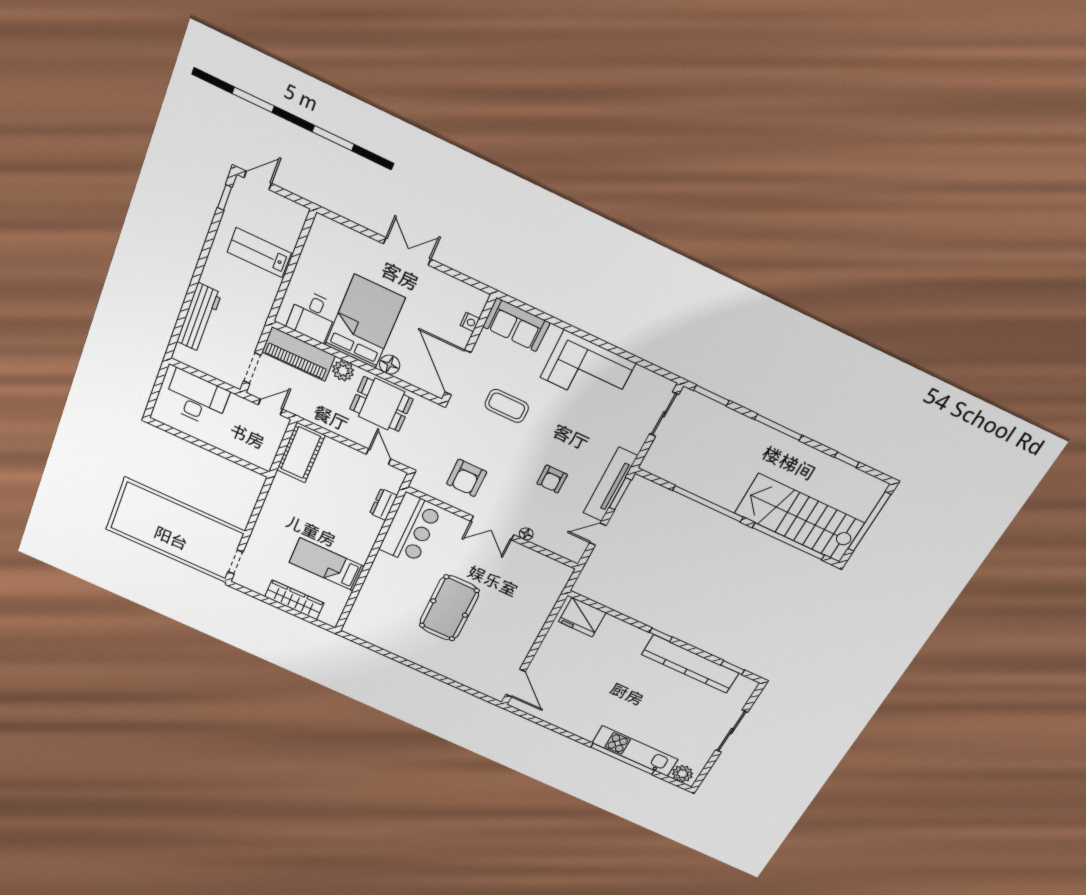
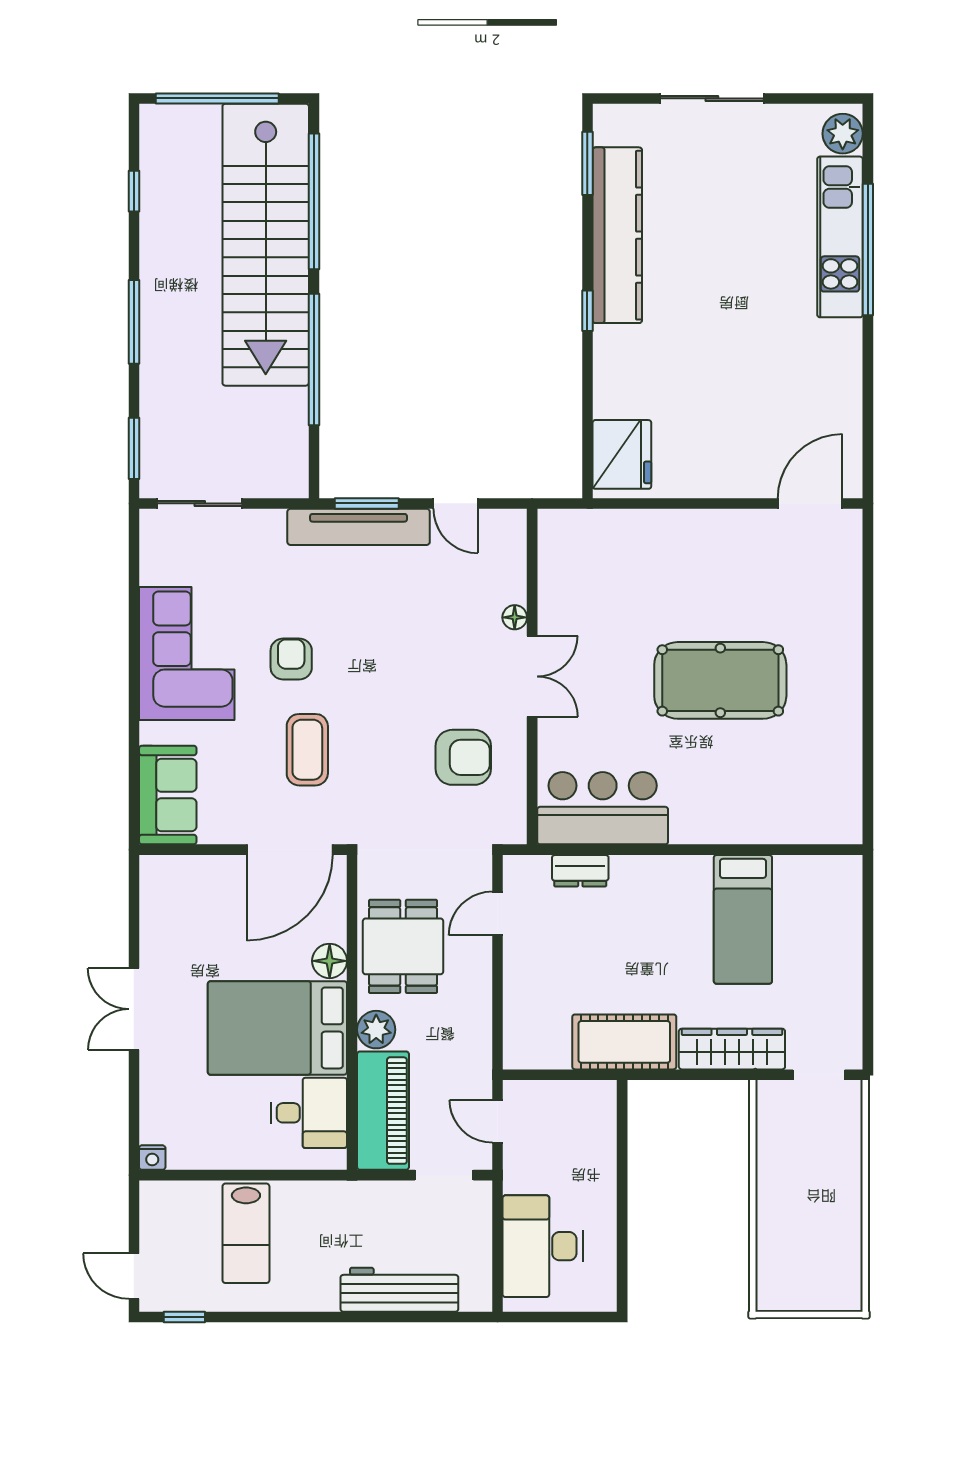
nightstand: (470, 322) -> (152, 1158), moved, turned 180
cot: (301, 453) -> (624, 1042), moved
armchair: (552, 479) -> (291, 659), moved, turned -90
stairs: (799, 518) -> (266, 245), width x1.36
wardrobe: (294, 600) -> (732, 1049), moved, turned 90
window: (733, 668) -> (587, 163), width x1.50

